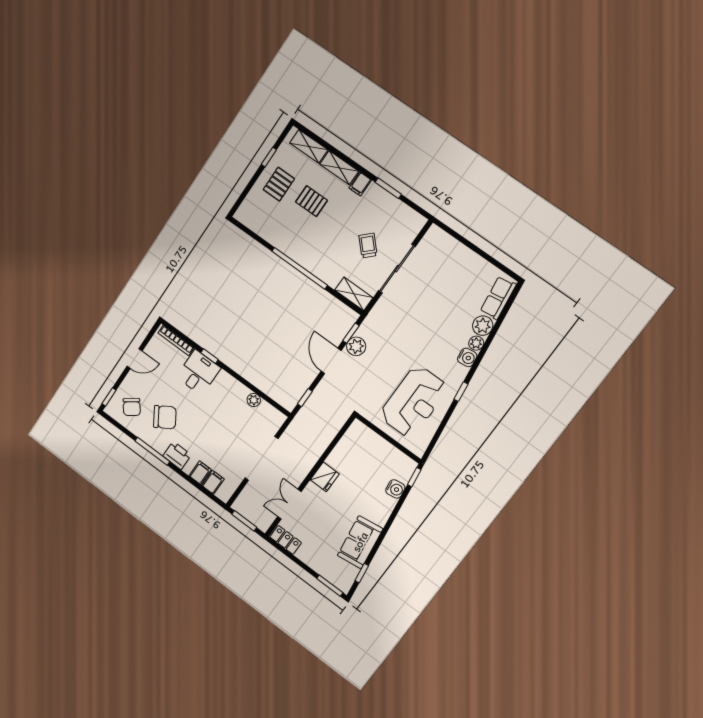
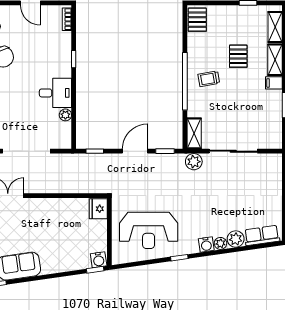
pallet: (279, 184) -> (197, 20), moved, turned 90
trolley: (368, 246) -> (209, 79), moved, turned -146
bookcase: (176, 341) -> (67, 19), width x0.64
plant: (356, 346) -> (194, 162), moved
desk: (198, 373) -> (55, 93), moved
fridge: (325, 477) -> (98, 209), moved, turned 90
water cooler: (395, 489) -> (99, 260), moved

